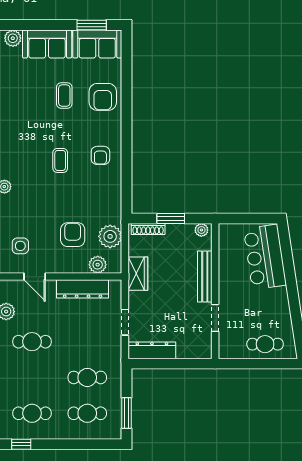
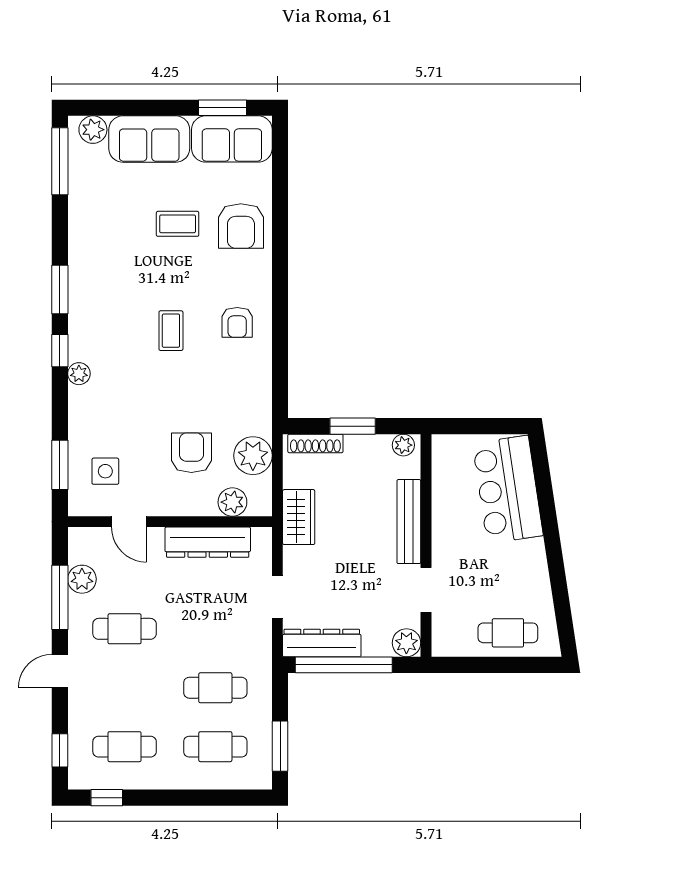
coffee table: (64, 96) -> (178, 224), turned 90
plant: (203, 350) -> (406, 643), added
window: (165, 364) -> (344, 665), added

